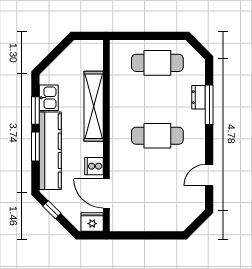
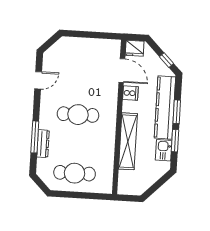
dresser: (199, 97) -> (43, 144), width x1.44

